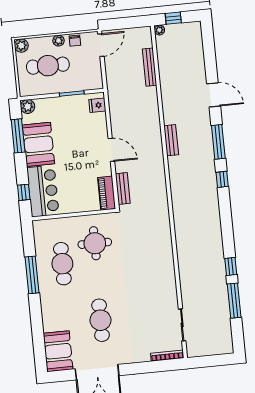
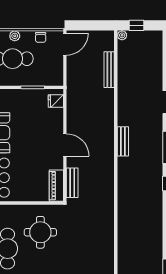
plant: (58, 41) -> (15, 36), moved

